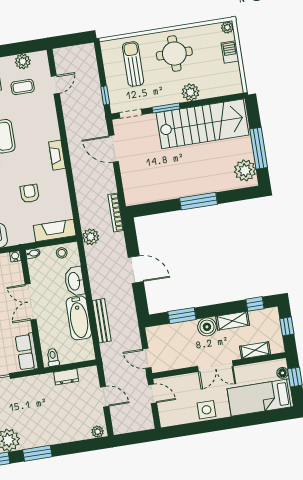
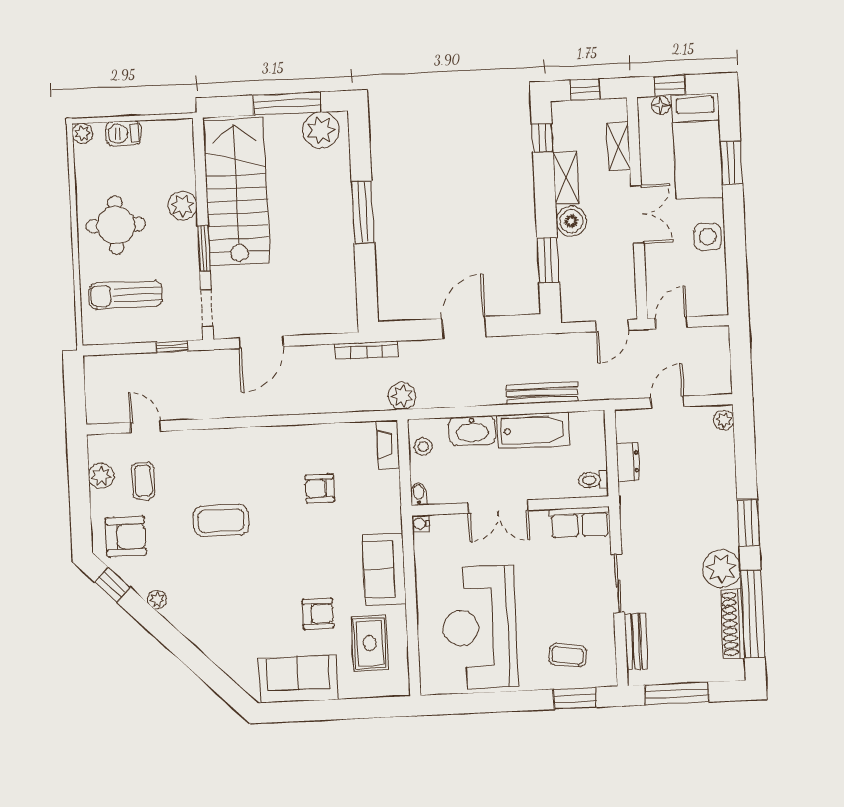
fireplace: (57, 155) -> (262, 436), removed
fireplace: (55, 231) -> (388, 445), width x0.73, depth x0.76
window: (253, 419) -> (731, 163), added

